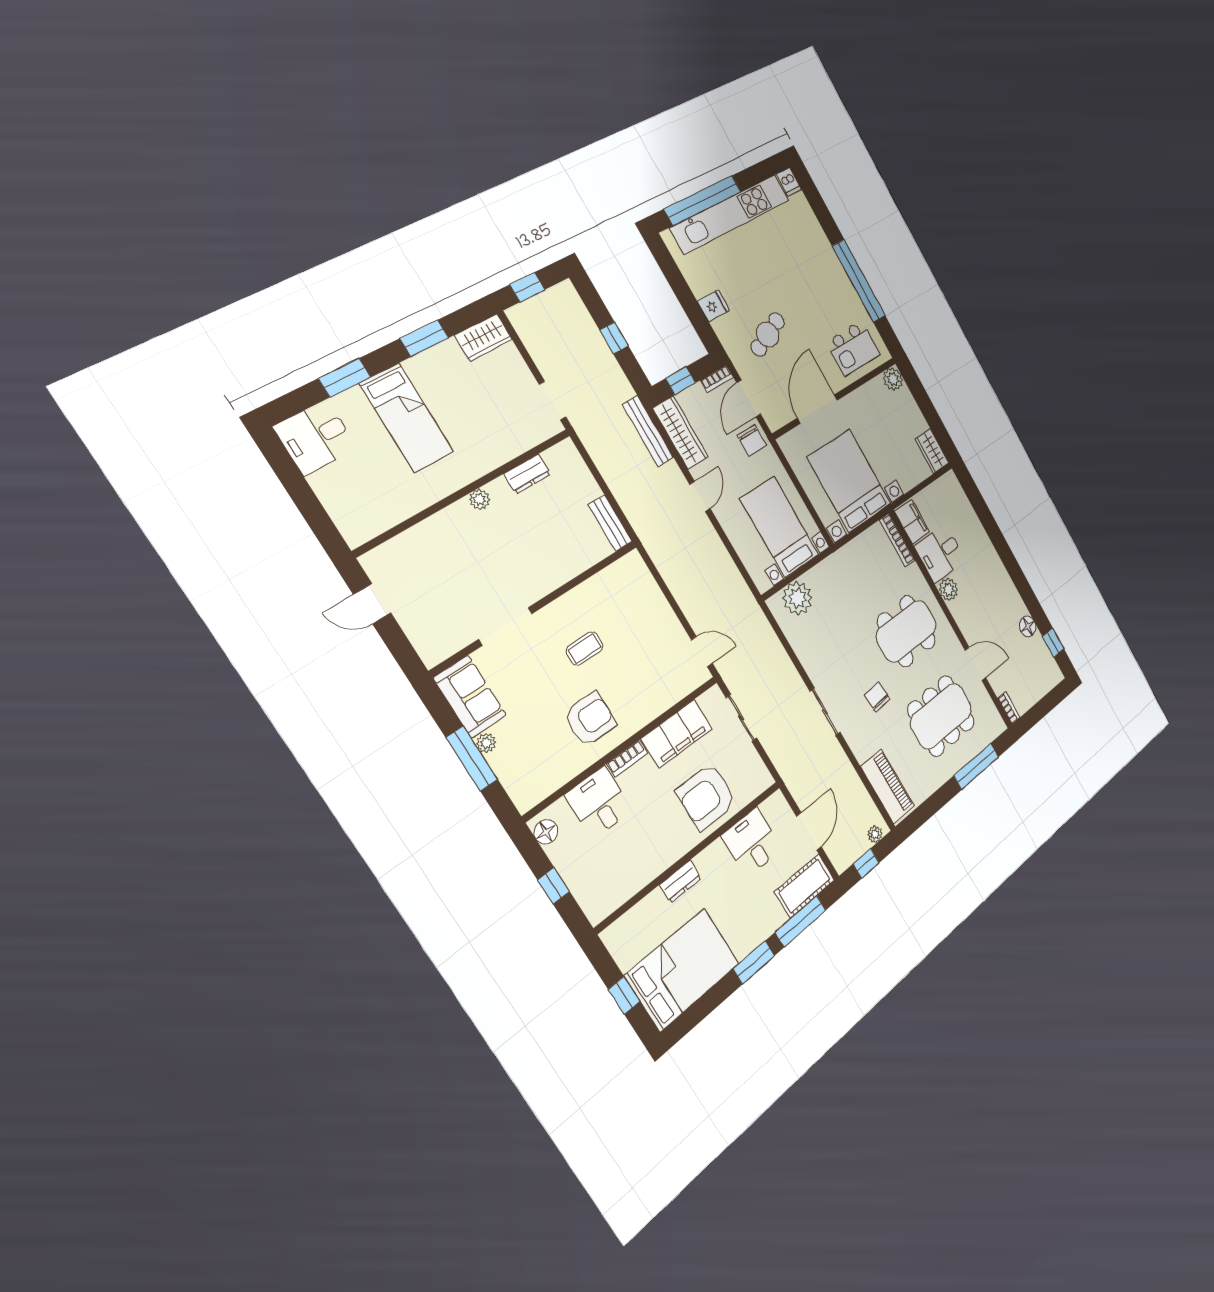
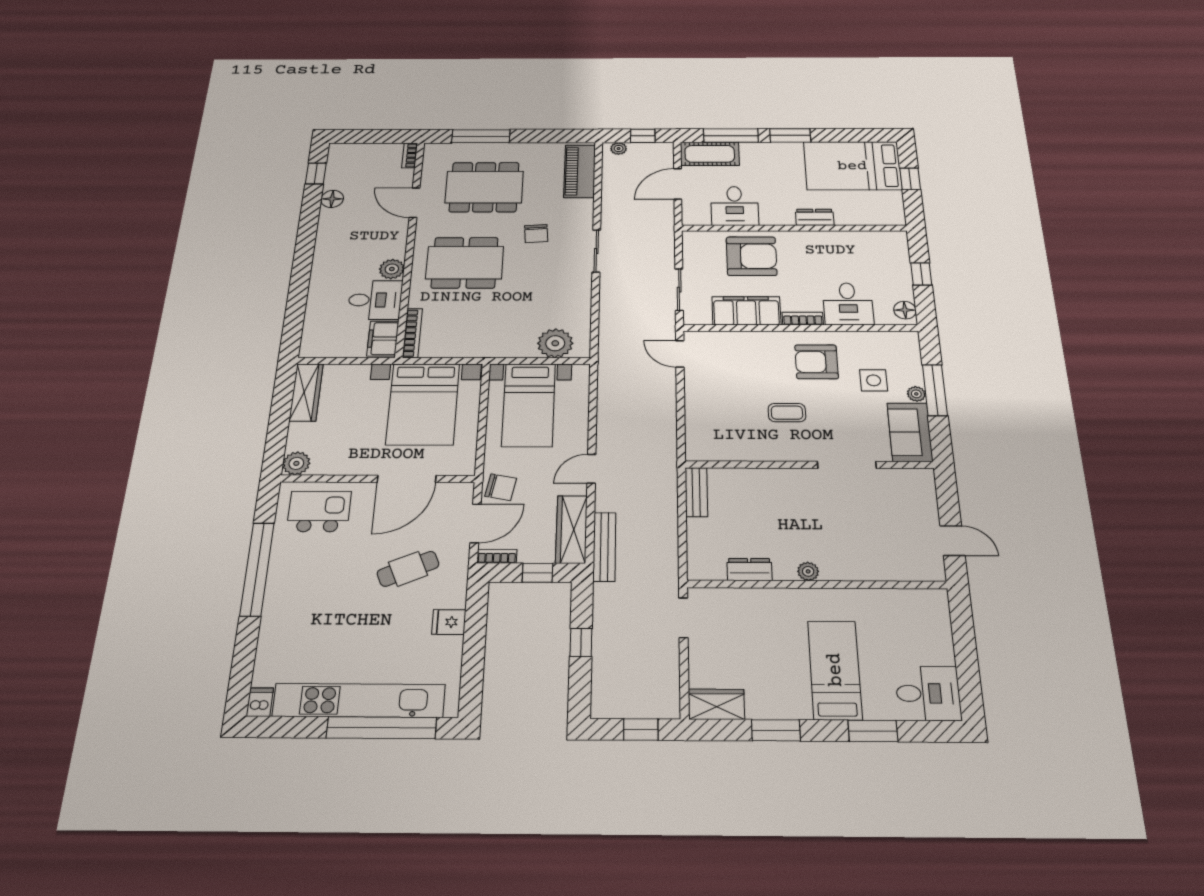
chair: (752, 440) -> (501, 487), turned 101
wardrobe: (932, 451) -> (306, 392), width x1.50
side table: (531, 732) -> (874, 380), added

